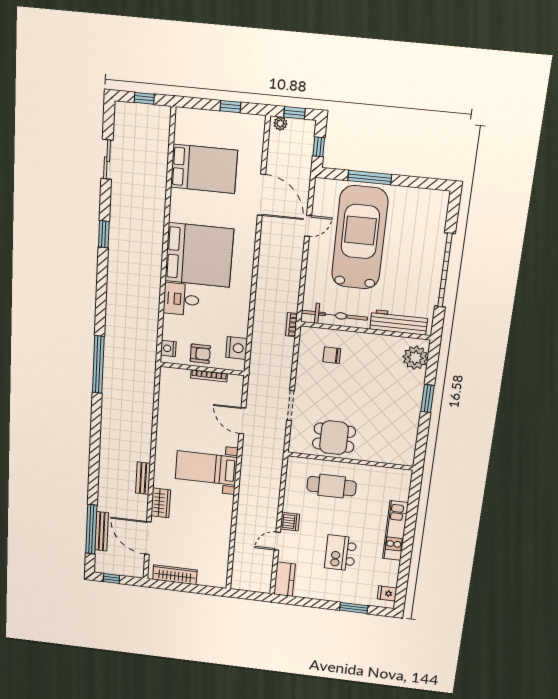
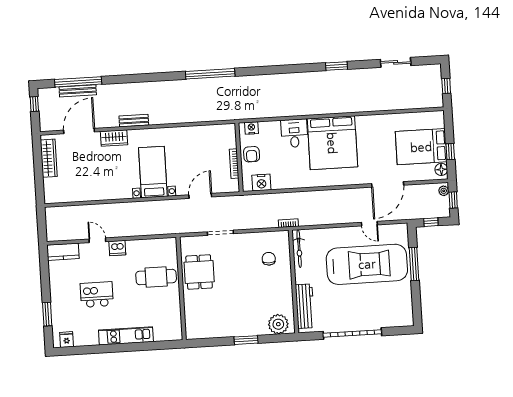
floor lamp: (252, 122) -> (441, 169), added
bed: (204, 169) -> (421, 147), moved, turned 90
bicycle: (334, 315) -> (299, 249), width x0.73, depth x0.71
window: (98, 364) -> (210, 74), moved
cafe table: (332, 486) -> (156, 277), turned 90

